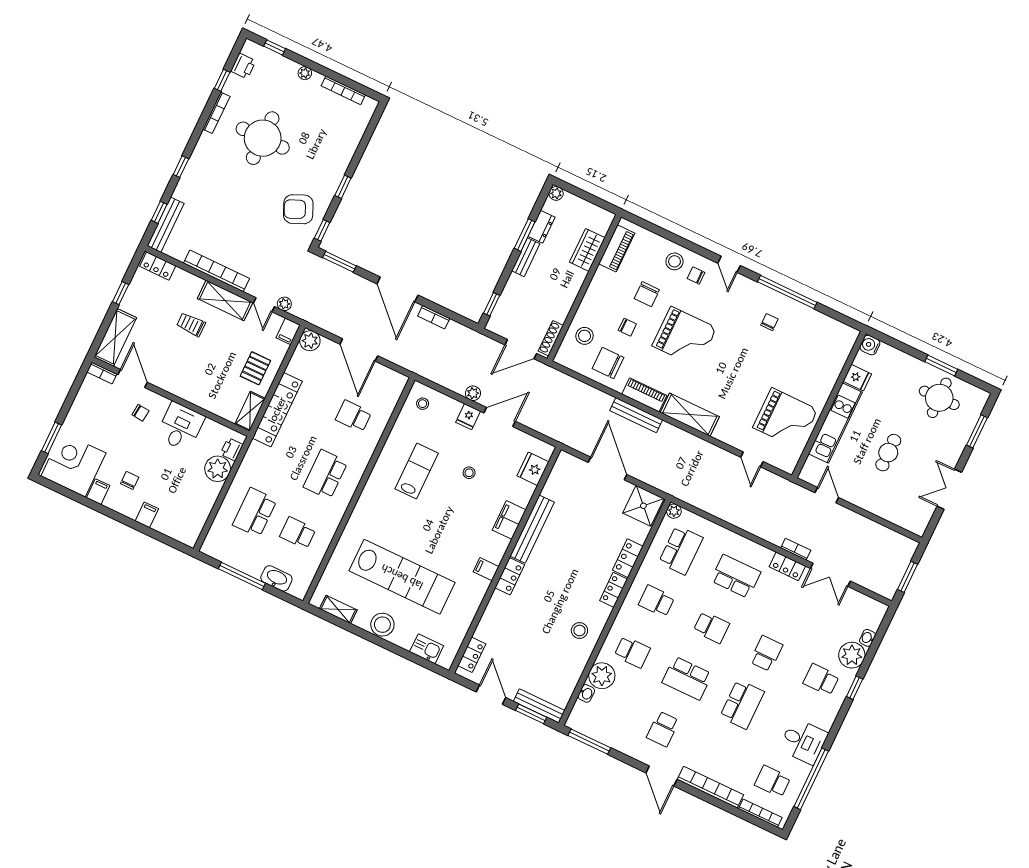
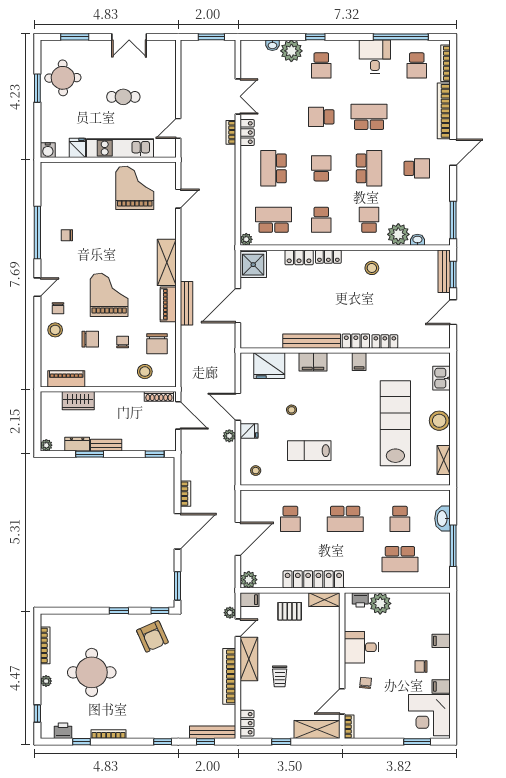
round table: (263, 138) -> (92, 672), moved
fridge: (533, 469) -> (269, 366), width x1.36, depth x1.34
locker: (472, 655) -> (385, 341), moved

